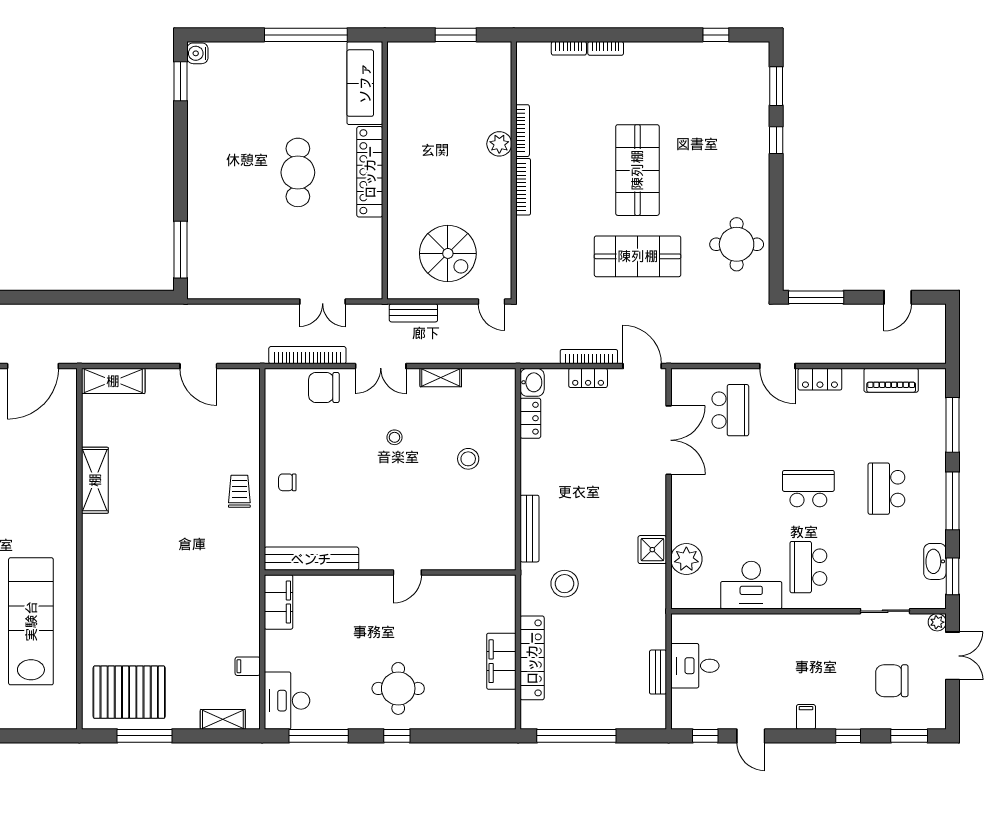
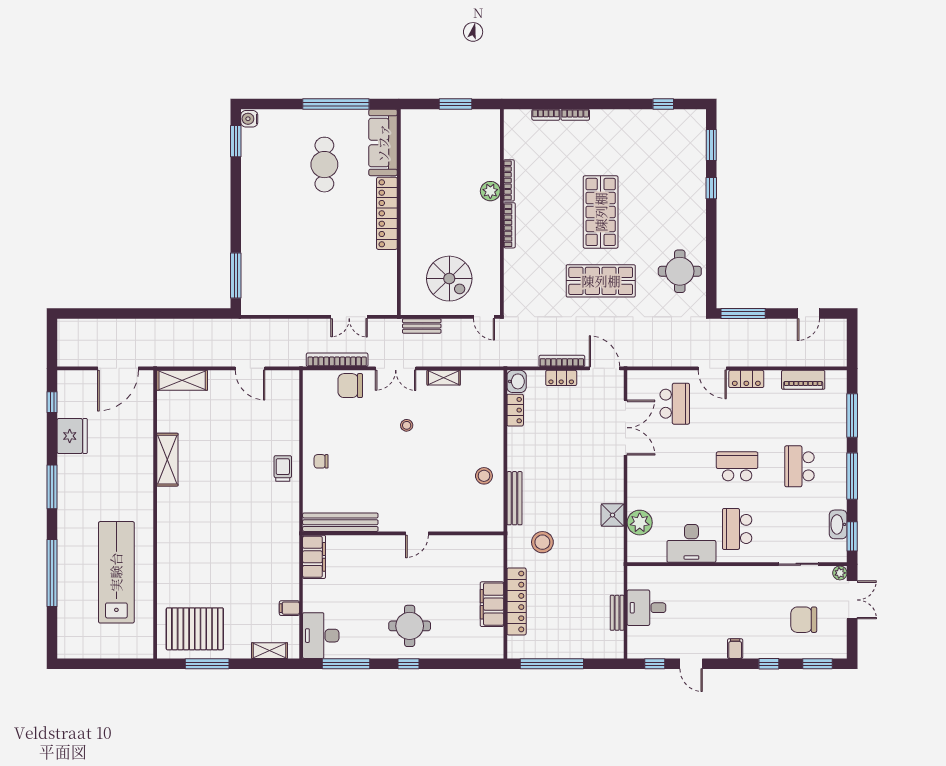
cafe table: (298, 172) -> (324, 165), moved
stool: (468, 459) -> (484, 476), moved

